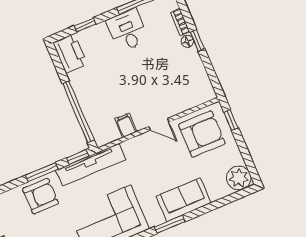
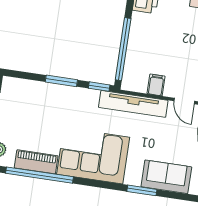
tv unit: (91, 165) -> (133, 104), moved
armchair: (41, 196) -> (48, 100), removed

